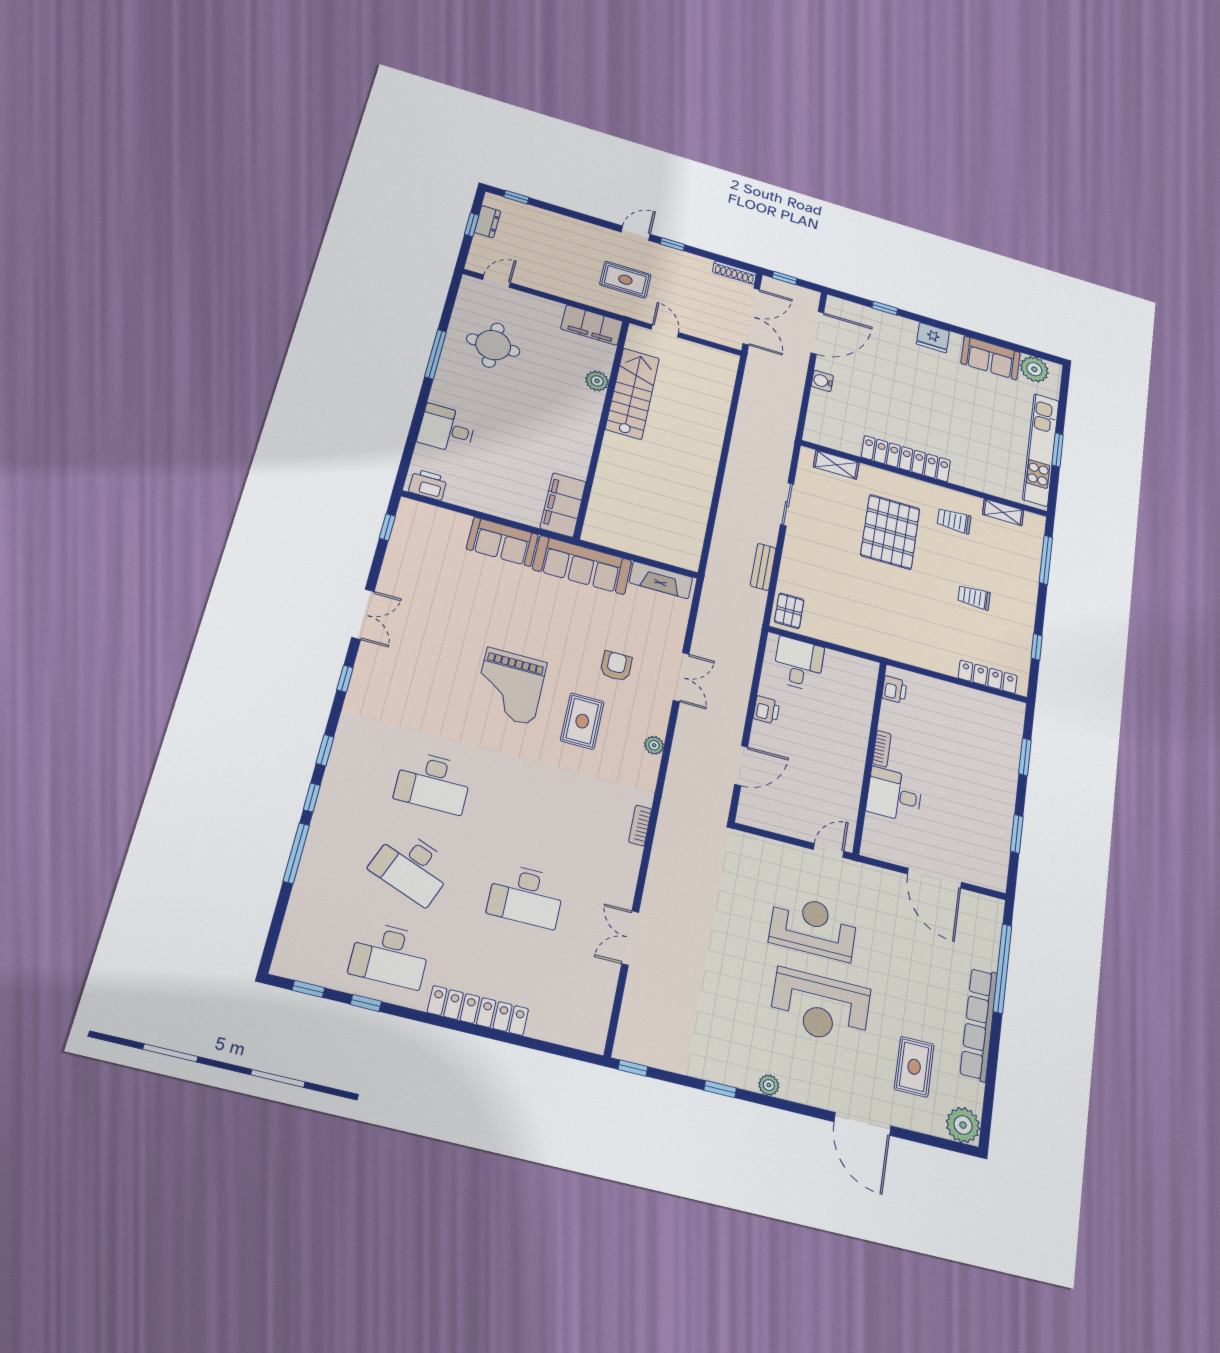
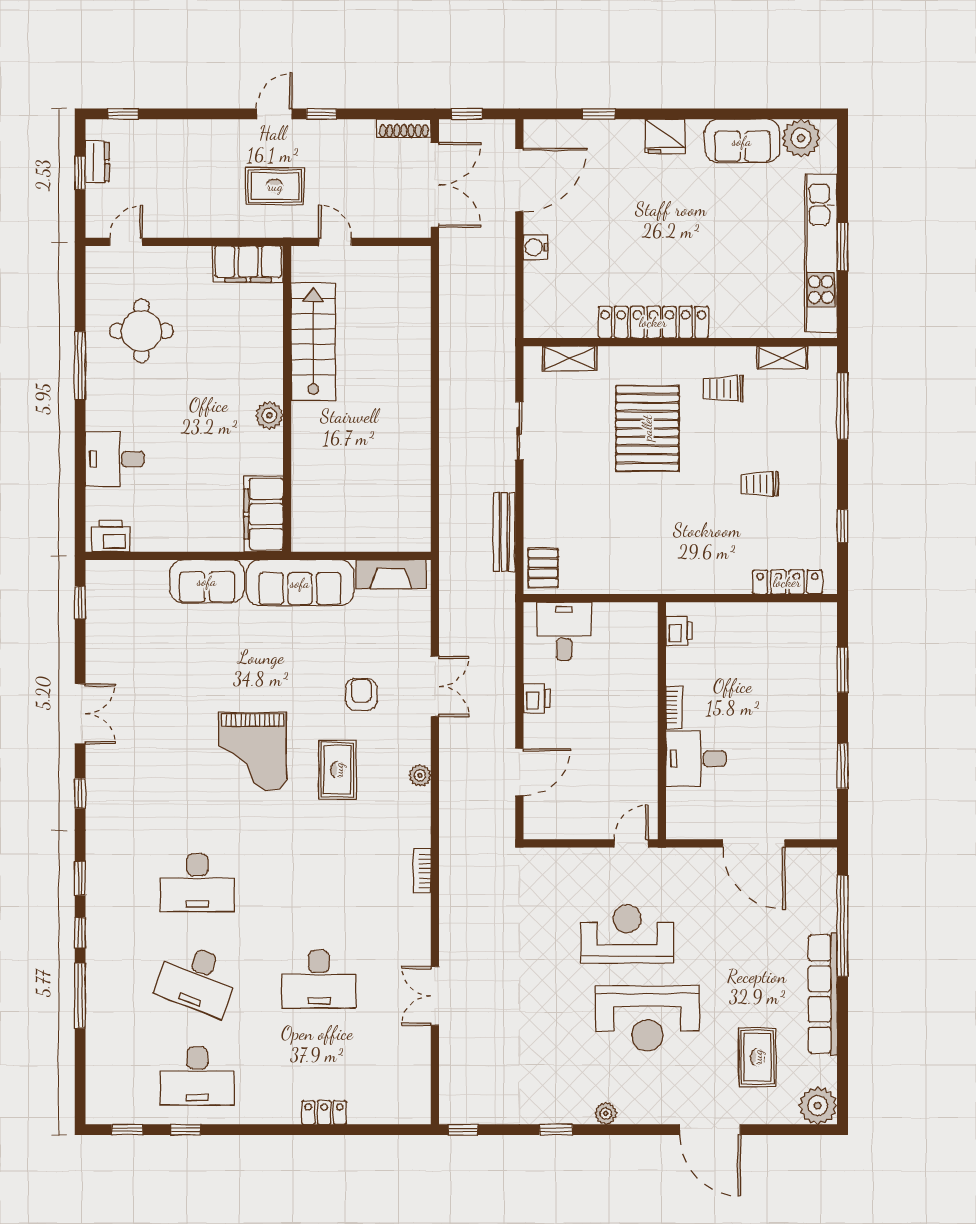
plant: (597, 381) -> (269, 415), moved
bench: (763, 567) -> (504, 532), width x1.36
locker: (478, 1011) -> (324, 1112), width x0.46, depth x0.83

